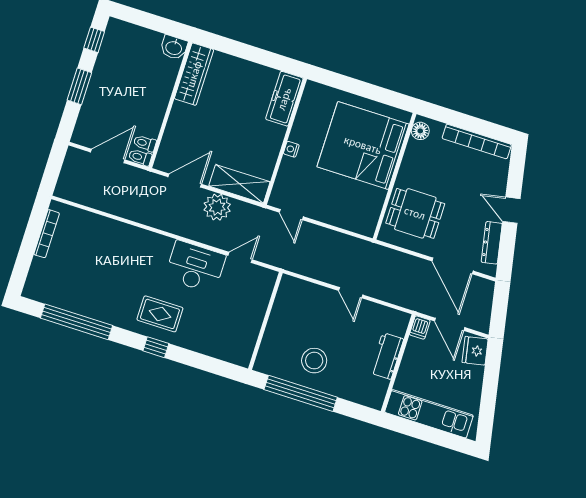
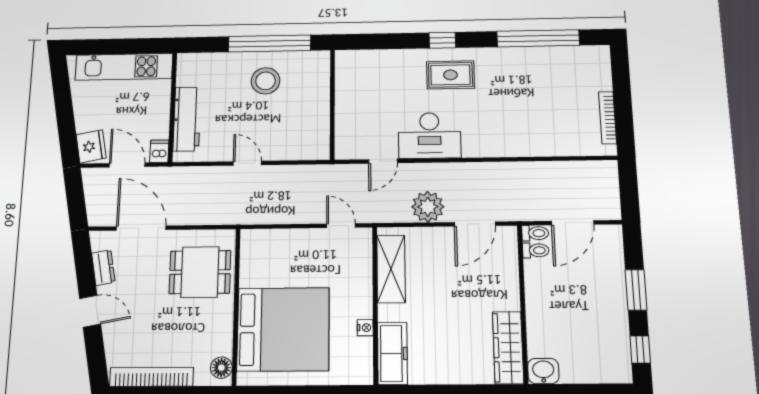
nightstand: (291, 149) -> (365, 328), moved
shelving: (239, 184) -> (391, 269), moved, turned 90
dresser: (492, 243) -> (103, 268), width x0.70
workbench: (387, 356) -> (187, 119), width x1.38

